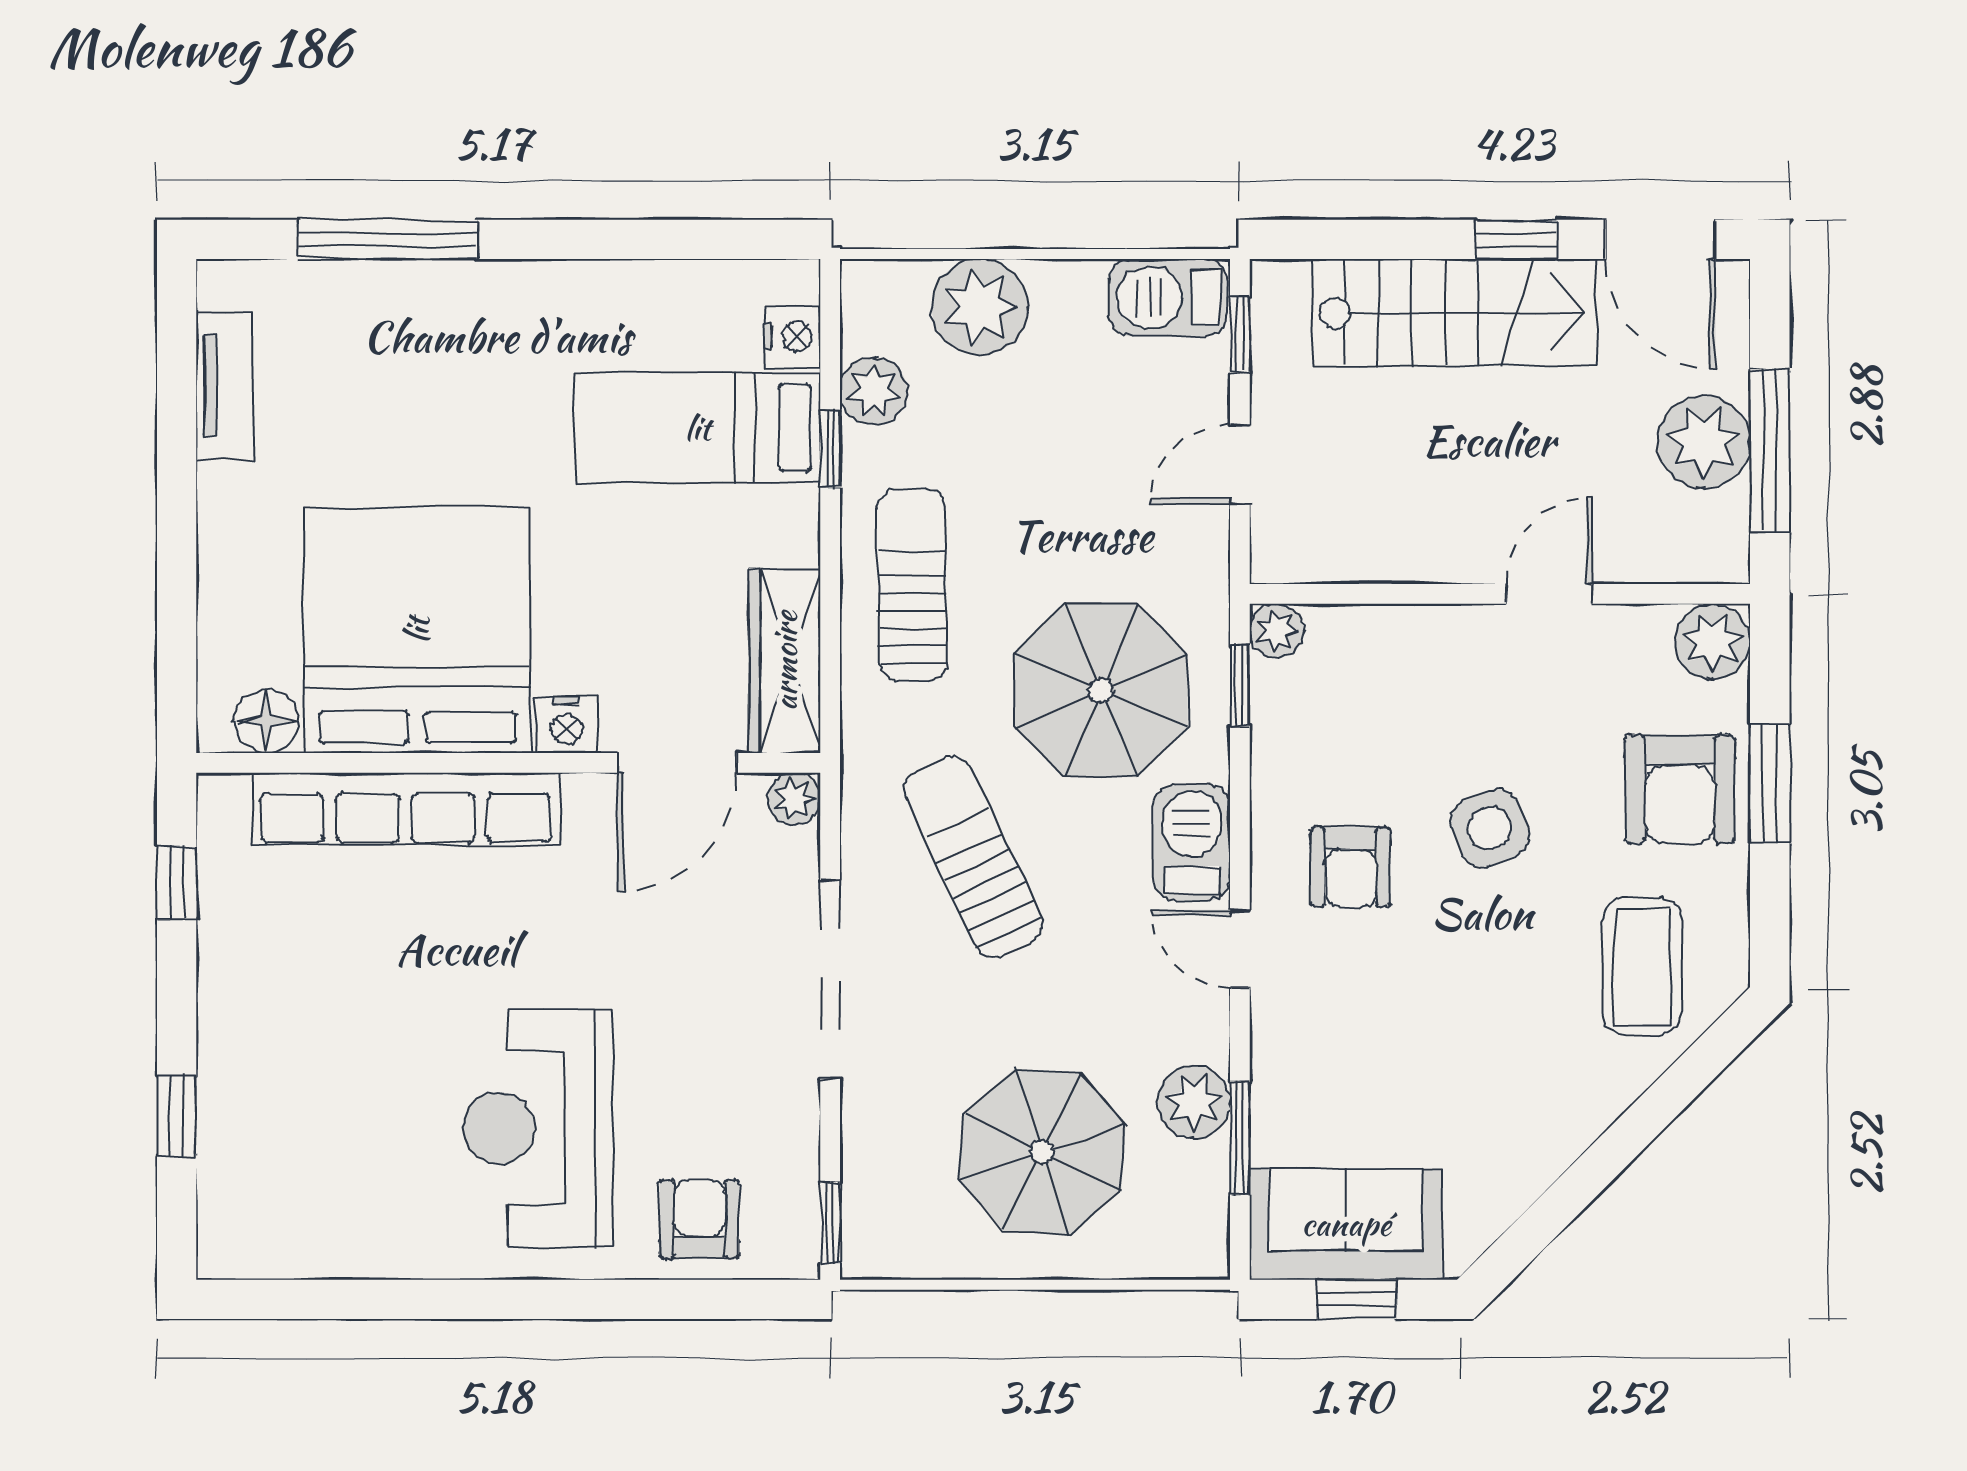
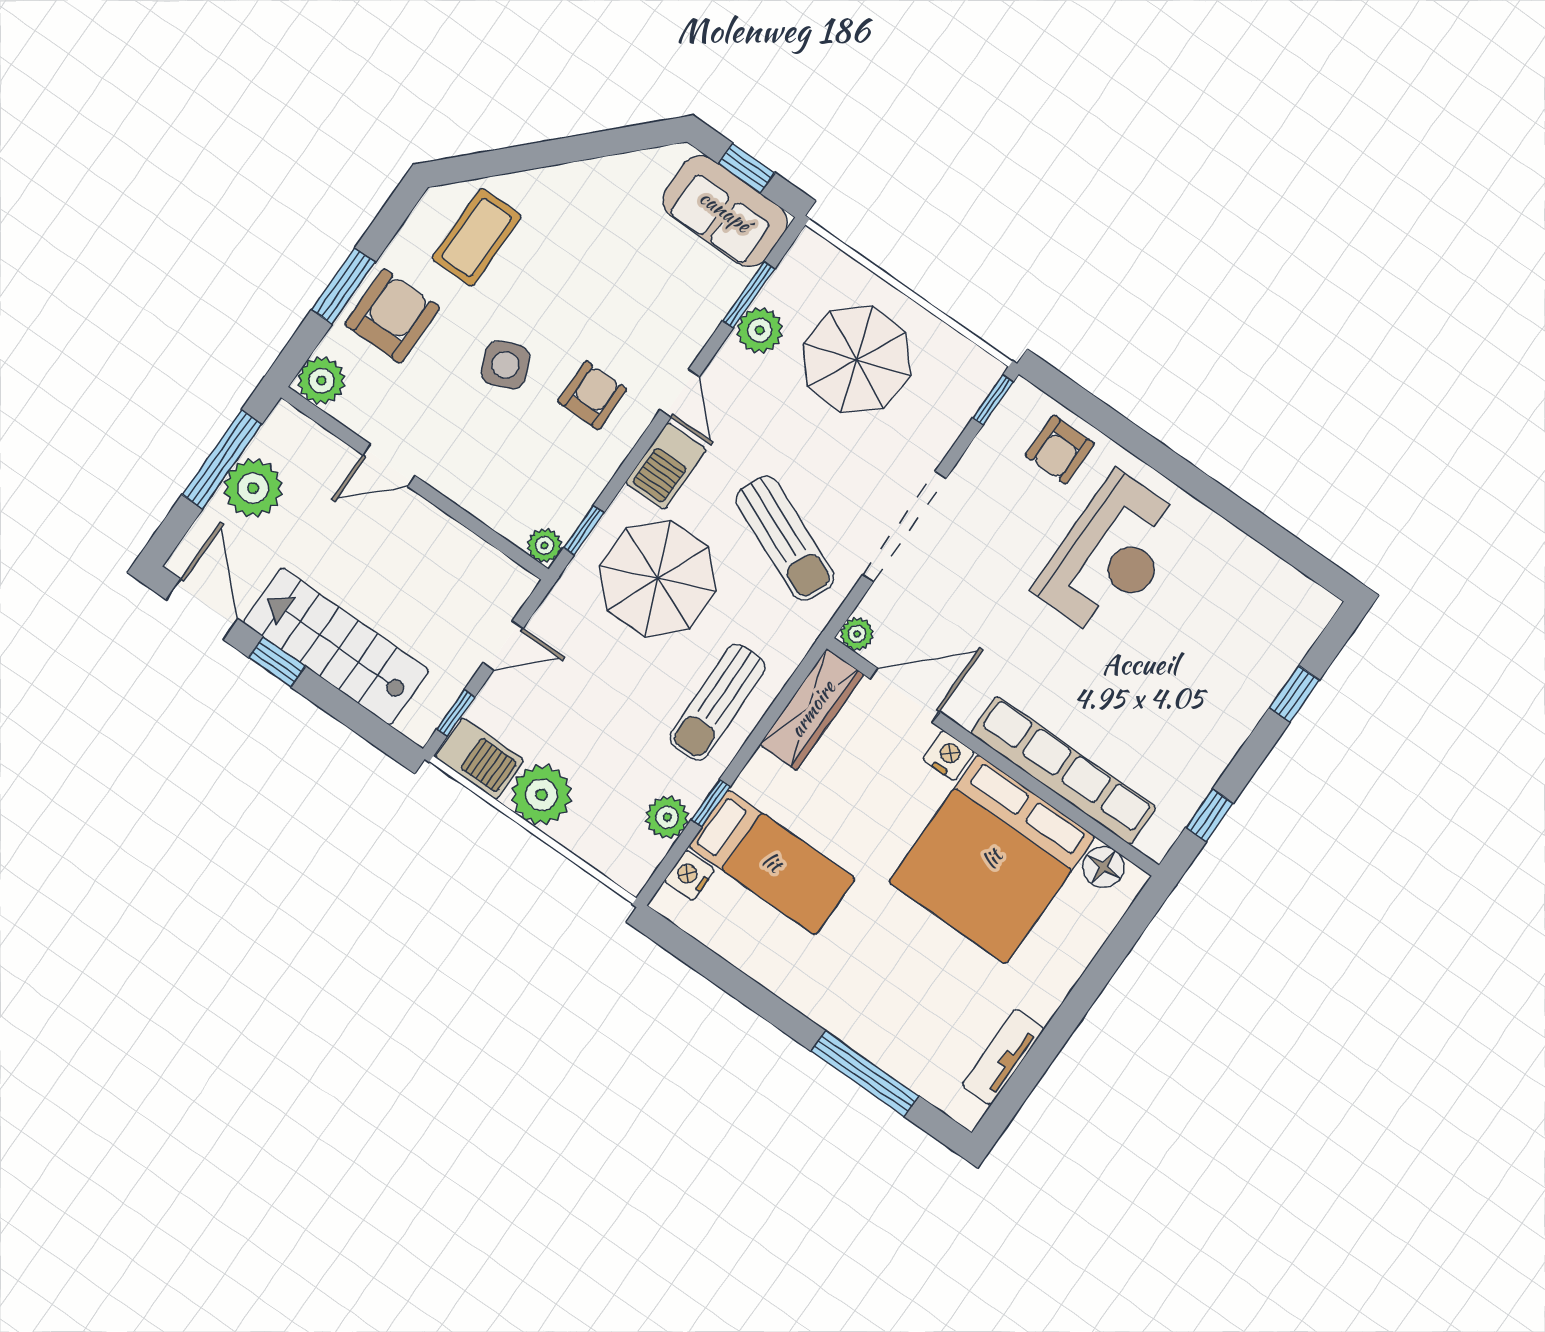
plant: (980, 307) -> (542, 795), moved
sun lounger: (973, 857) -> (785, 538), turned -42

